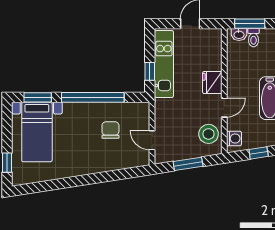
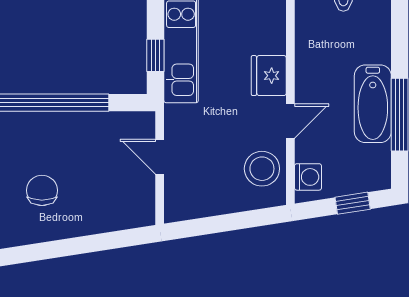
chair: (110, 130) -> (42, 190), moved
door: (152, 140) -> (160, 157), moved
window: (188, 164) -> (225, 223), removed

